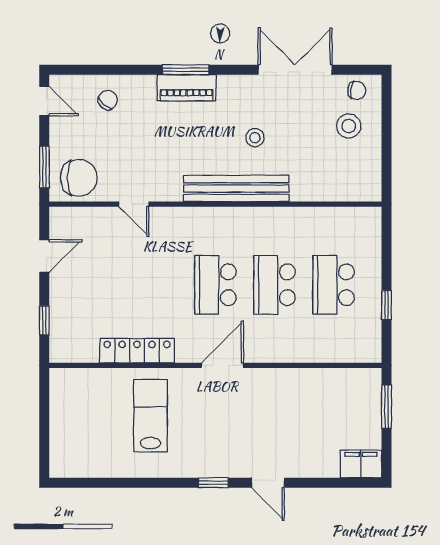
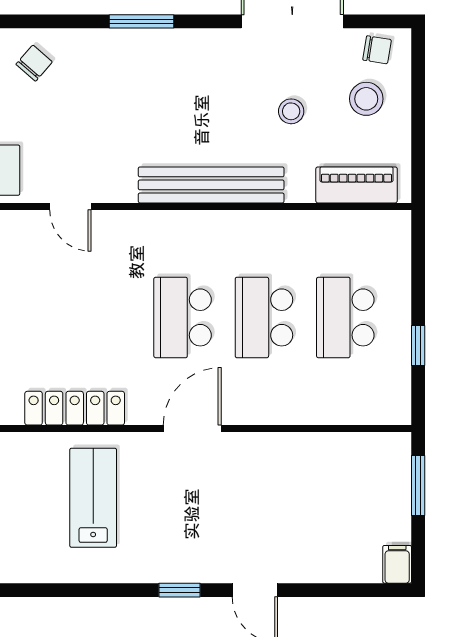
piano: (187, 88) -> (357, 185), moved, turned 180
stool: (255, 138) -> (291, 111), moved
filing cabinet: (361, 464) -> (397, 564), width x0.50

